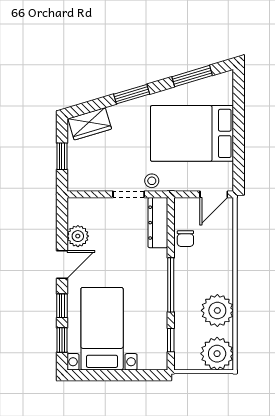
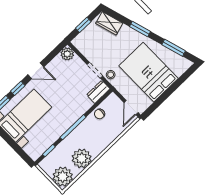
door: (214, 194) -> (131, 108), hinge flipped
dresser: (158, 223) -> (98, 92), width x0.70
plant: (78, 236) -> (67, 54), moved

